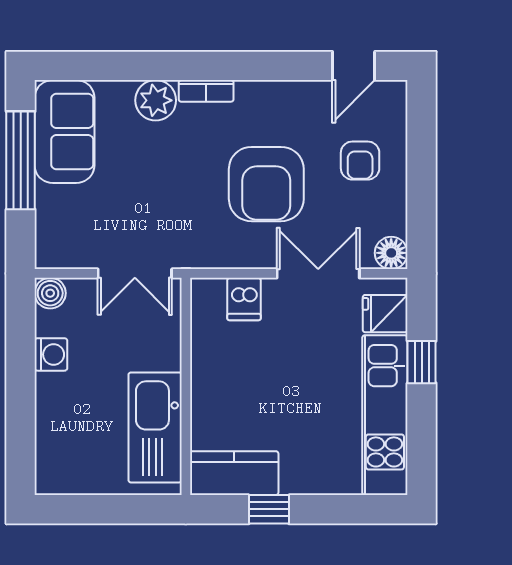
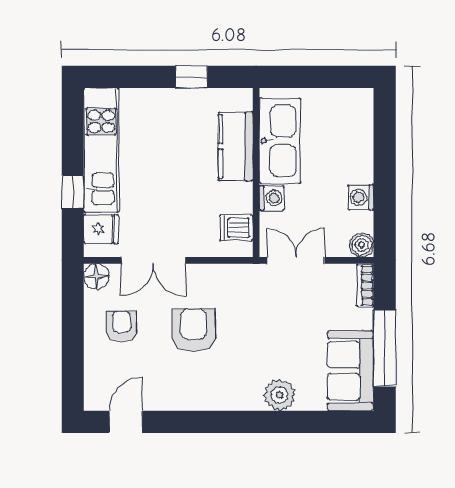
bookcase: (206, 91) -> (365, 285), moved, turned -90
armchair: (360, 161) -> (122, 326), moved
armchair: (266, 184) -> (194, 330), width x0.73, depth x0.73
dishwasher: (244, 299) -> (236, 228), moved, turned -90
washing machine: (166, 354) -> (272, 198), added
kitchen counter: (234, 473) -> (236, 146), moved, turned 90

